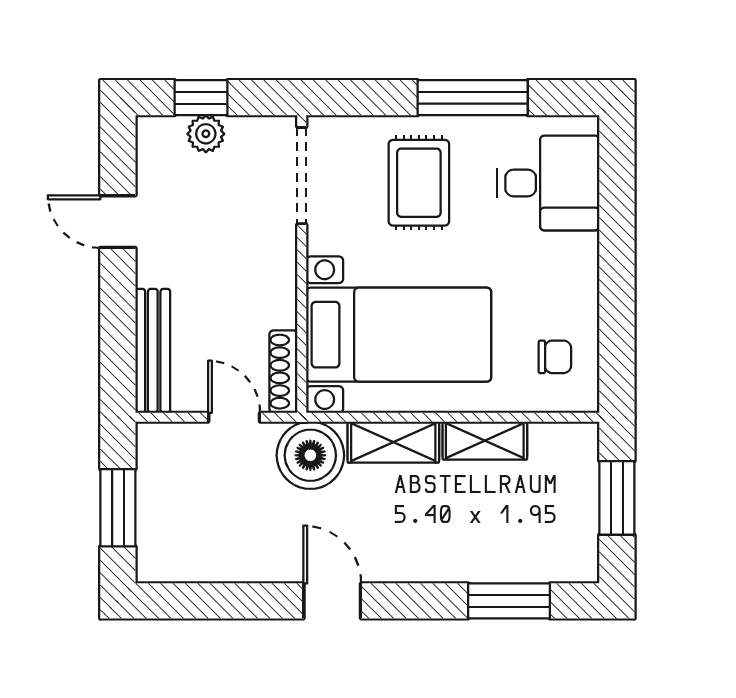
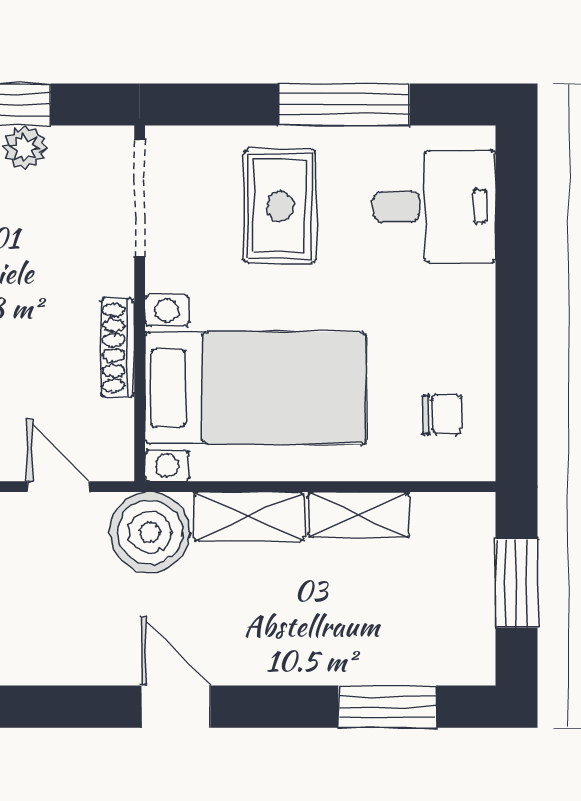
shoe rack: (283, 372) -> (118, 348), moved

